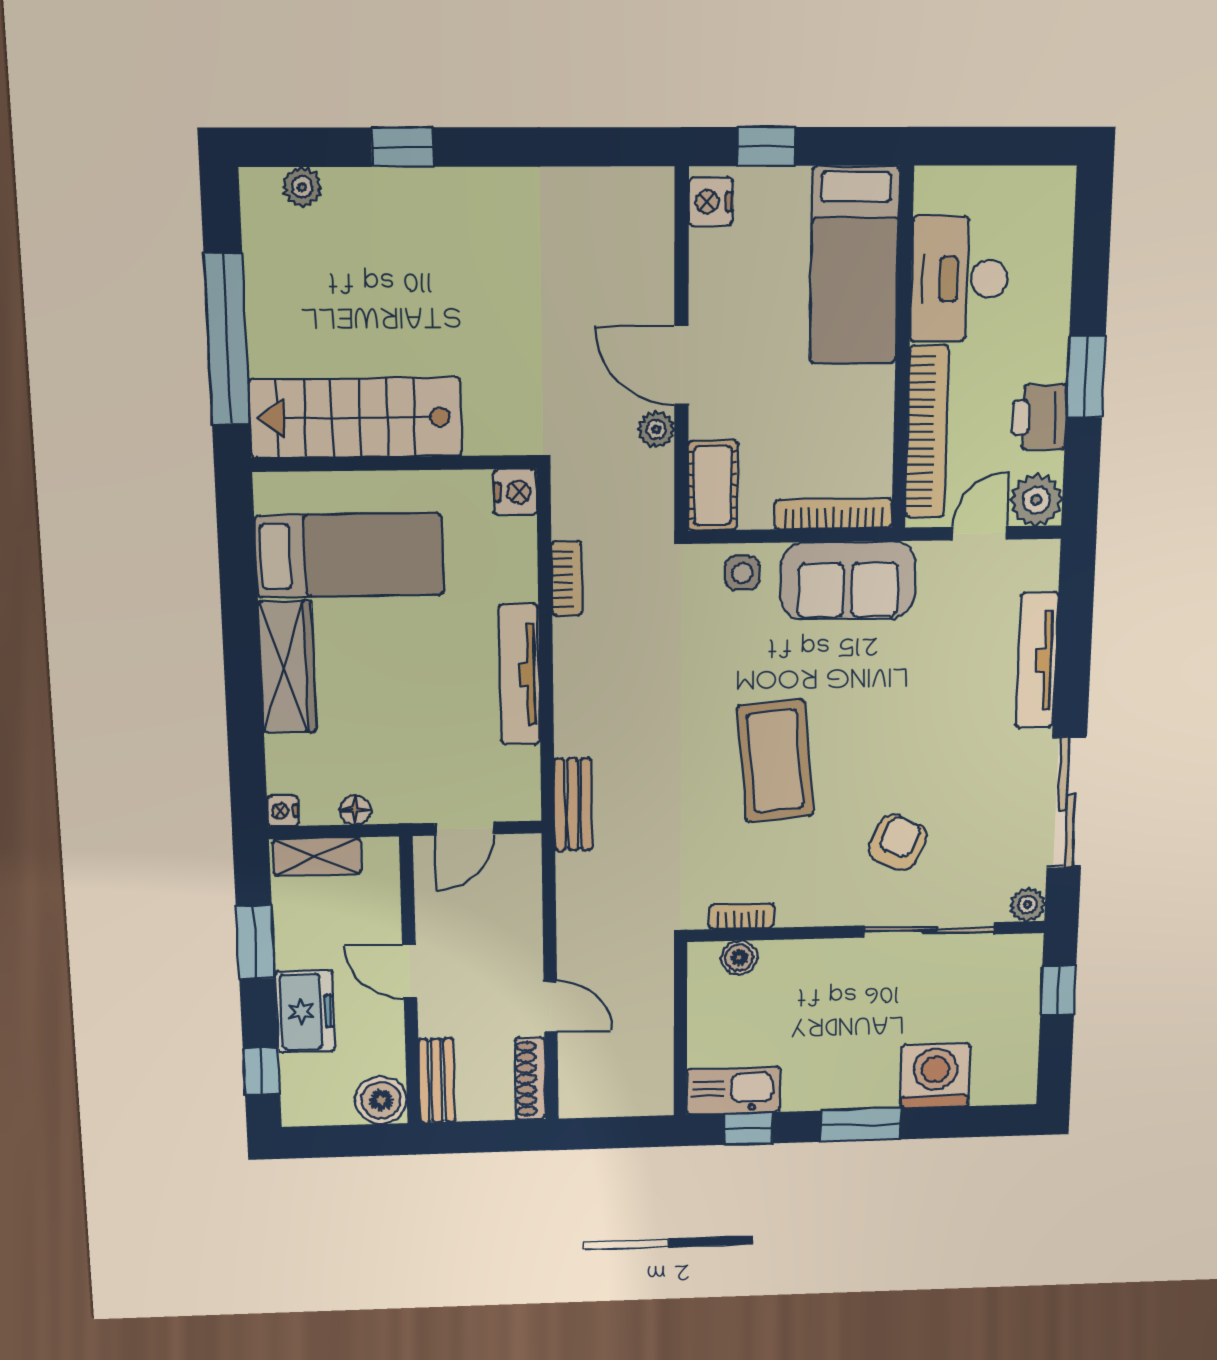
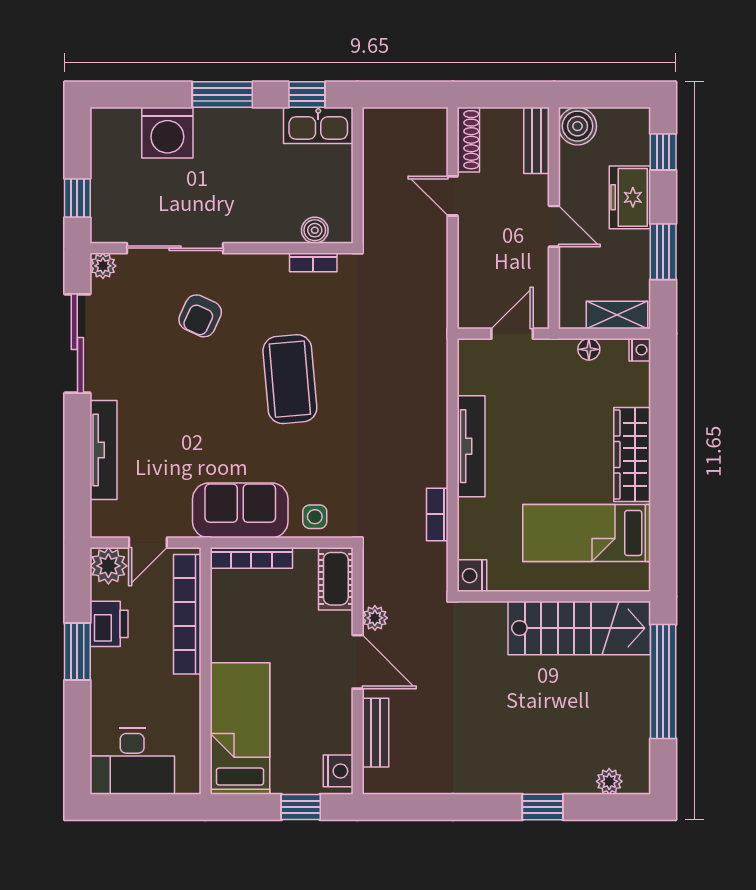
desk: (959, 279) -> (132, 761), moved, turned 90
bench: (573, 804) -> (375, 733), moved

